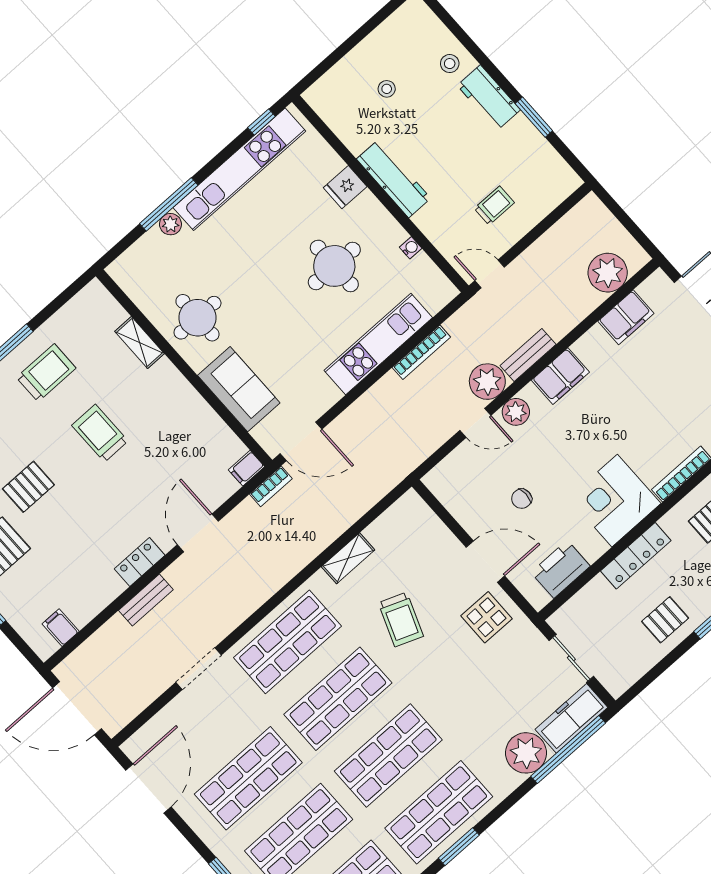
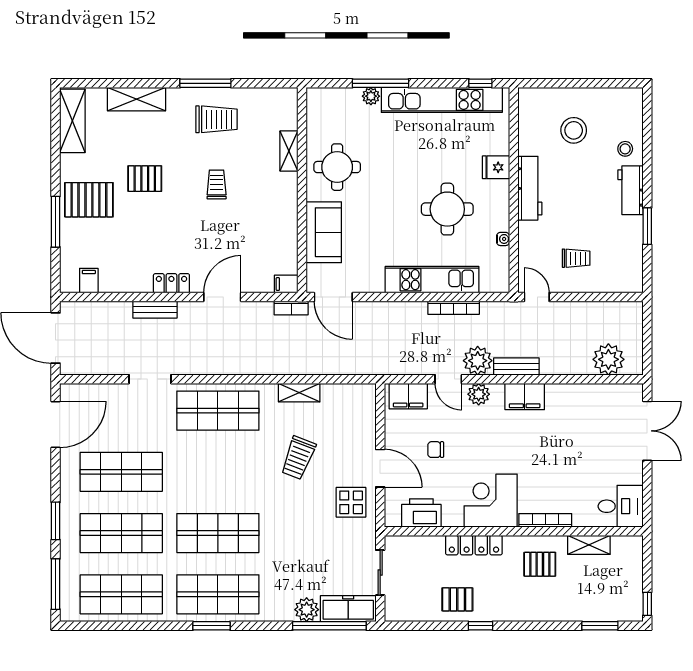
stool: (387, 89) -> (574, 130), width x1.89, depth x1.89
filing cabinet: (626, 317) -> (408, 396), moved
trolley: (100, 433) -> (217, 184), width x0.73, depth x0.72
shop shelf: (338, 699) -> (218, 472), removed
plant: (526, 753) -> (307, 610), width x0.73, depth x0.73

